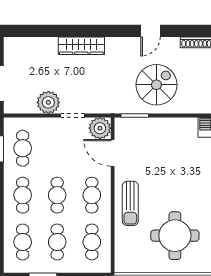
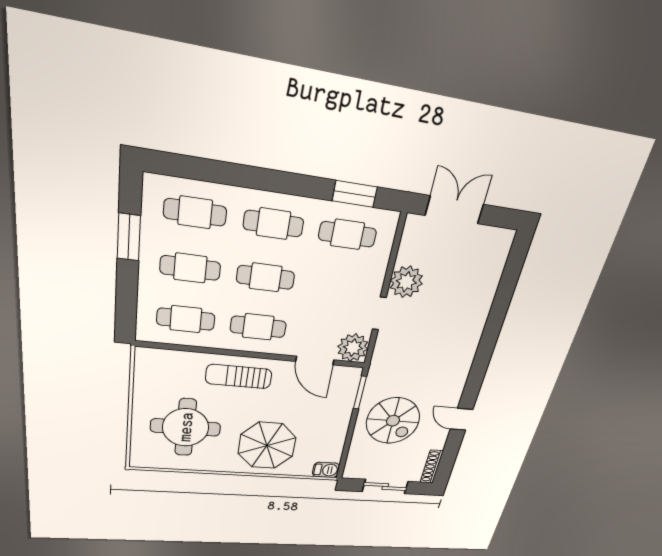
wardrobe: (81, 46) -> (470, 336), removed
door: (113, 153) -> (315, 361), swing flipped
parasol: (186, 176) -> (267, 445), added

